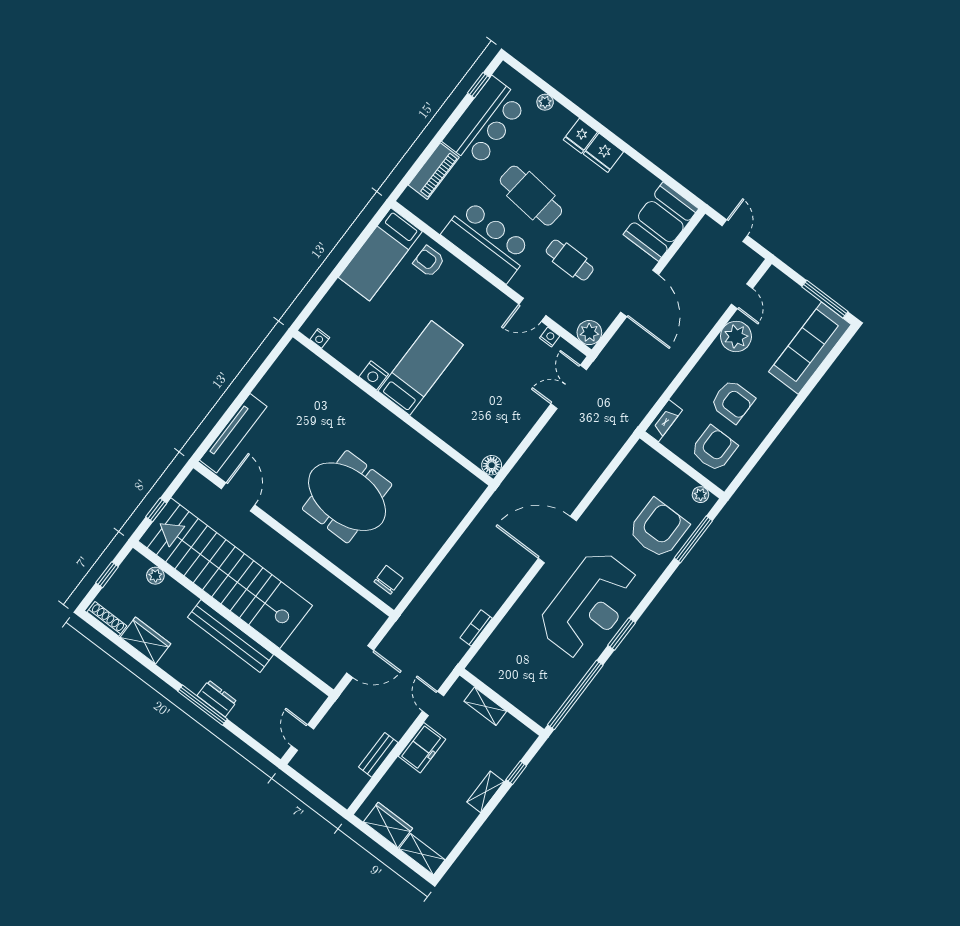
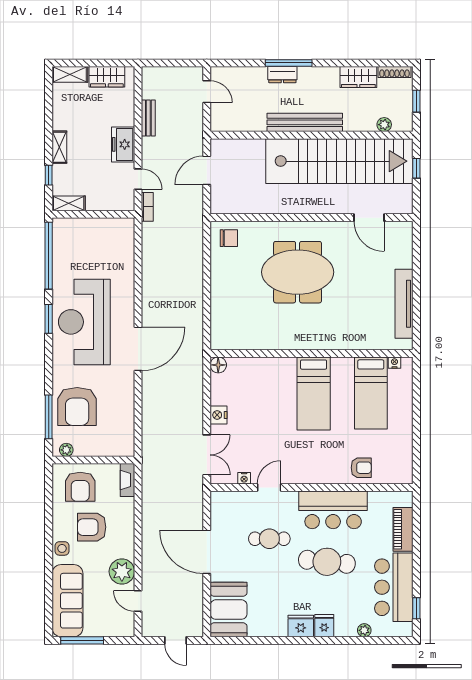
bed: (380, 254) -> (371, 393), moved, turned 180
plant: (589, 333) -> (220, 501), removed
nightstand: (374, 375) -> (218, 415), moved, turned -90
side table: (777, 403) -> (62, 548), added
tv unit: (233, 433) -> (404, 304), moved
chair: (388, 580) -> (229, 238), turned -90
bookcase: (476, 628) -> (147, 207), moved
shelving: (485, 706) -> (69, 203), moved

